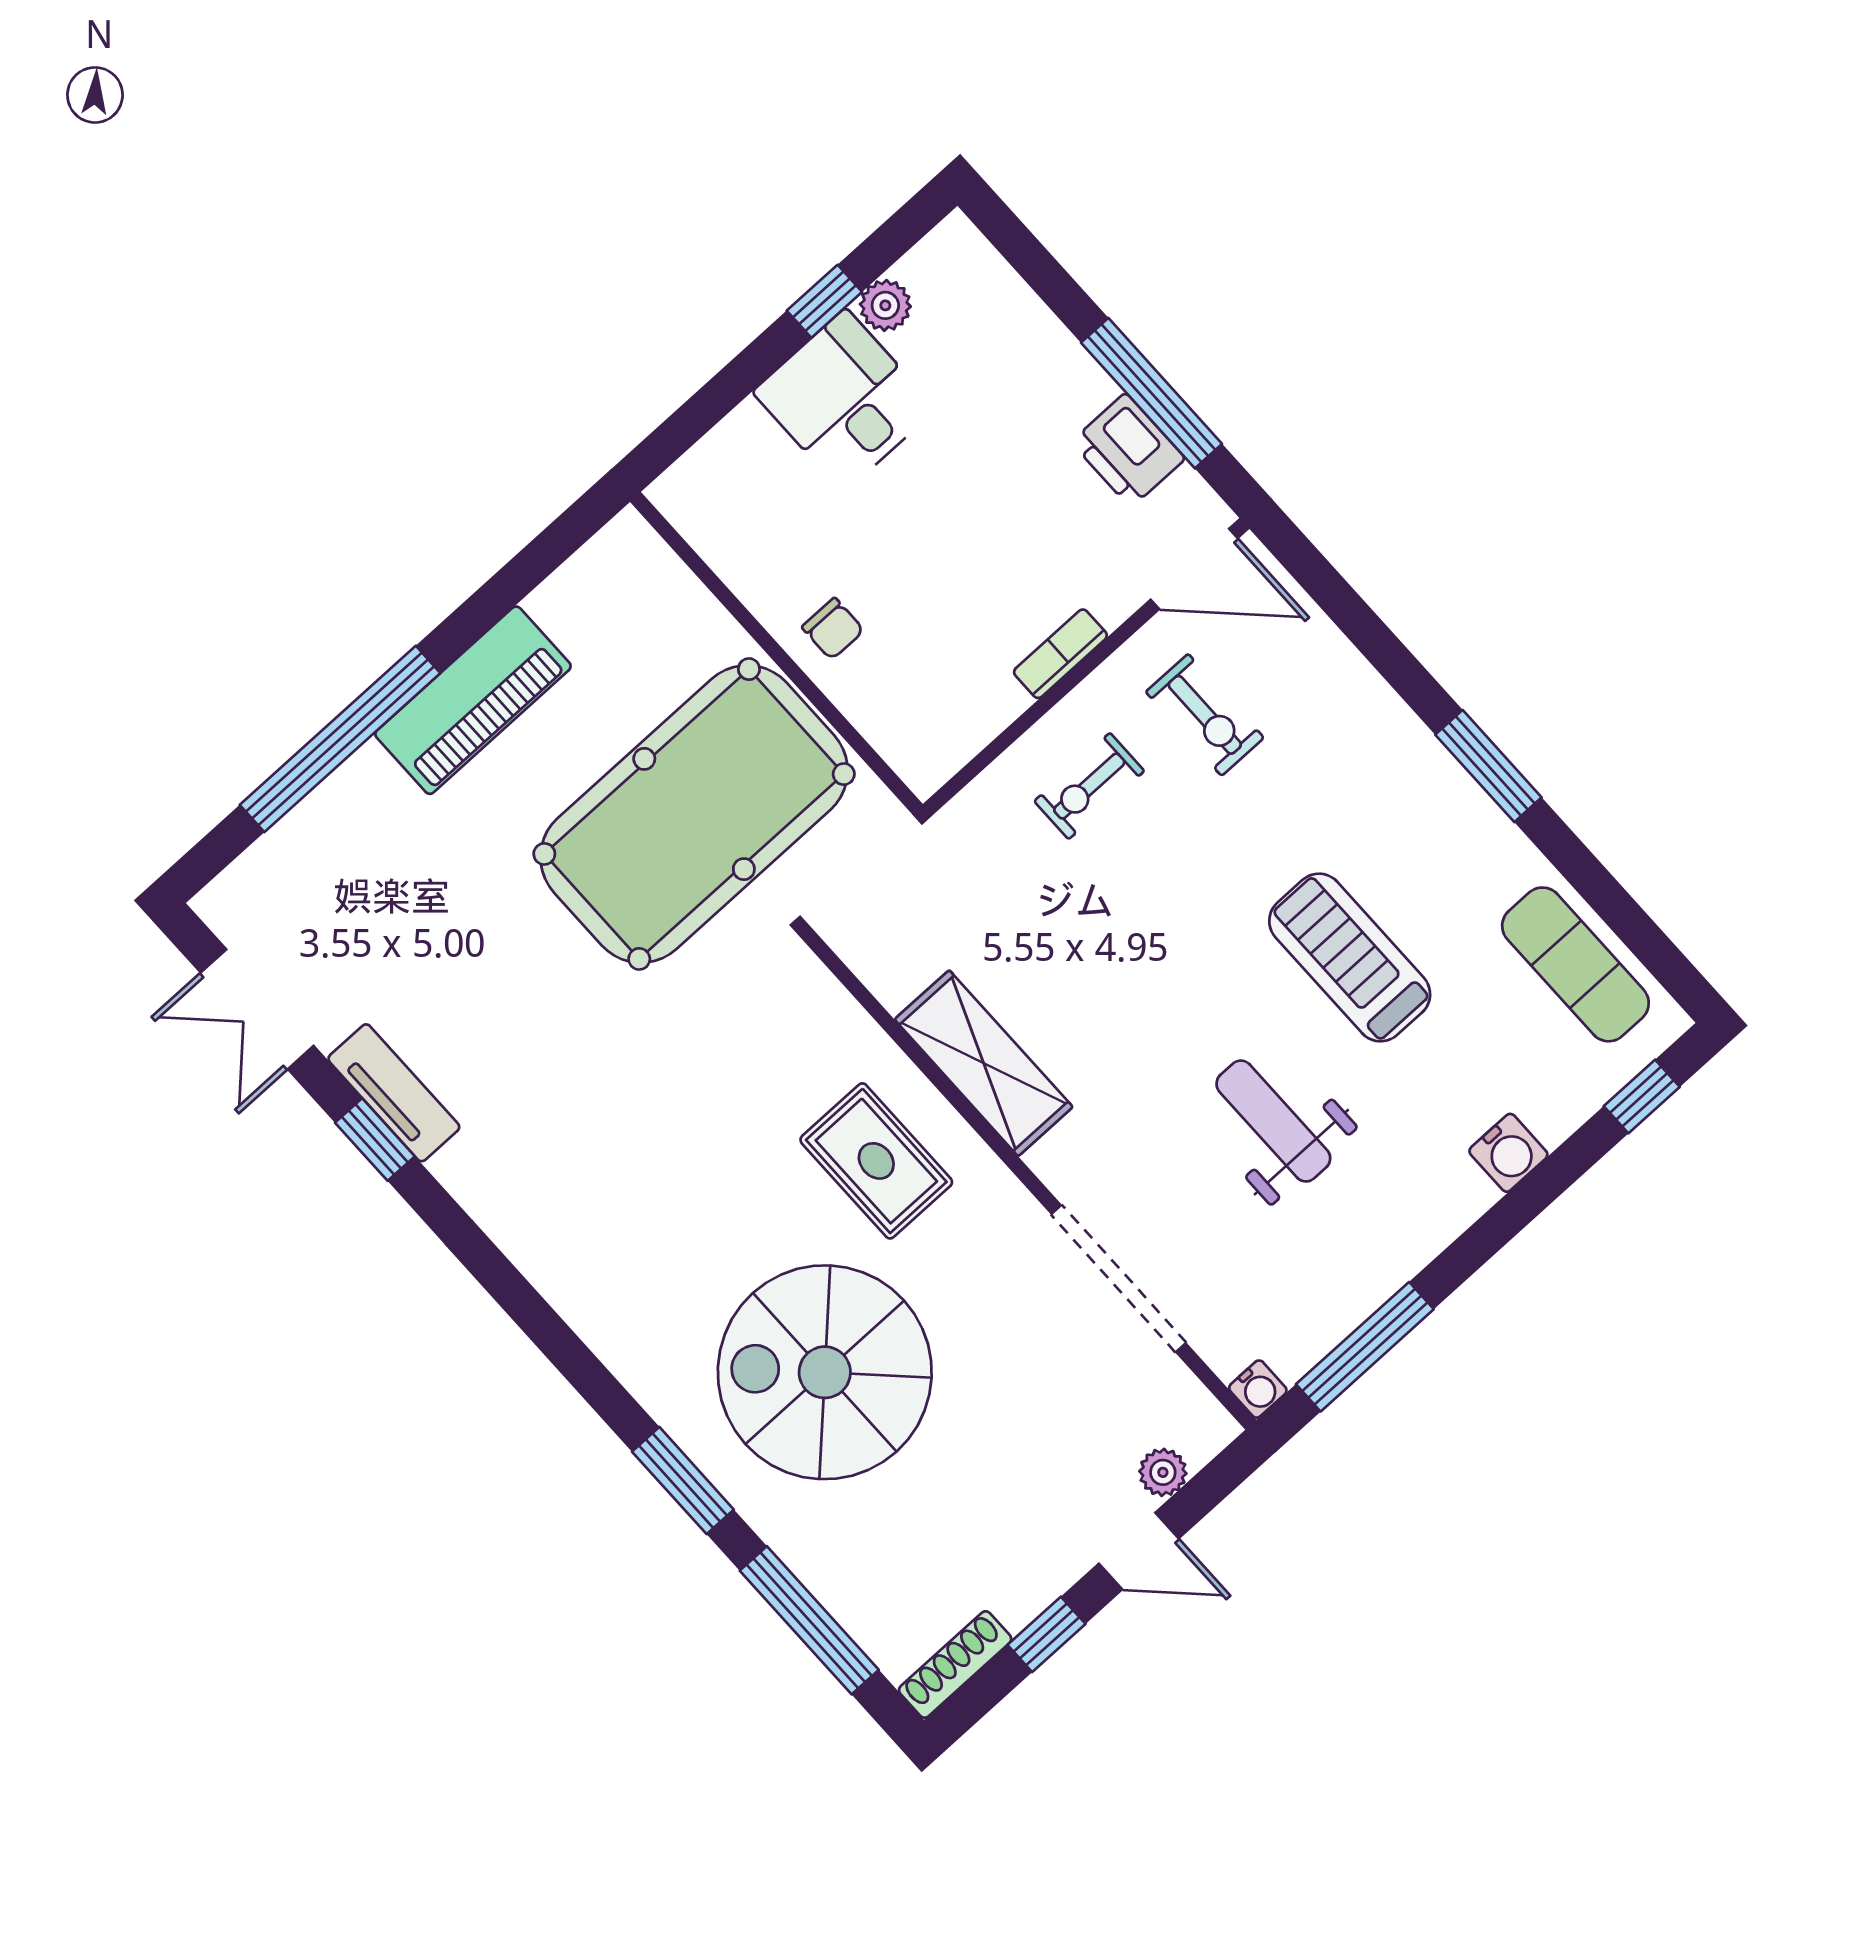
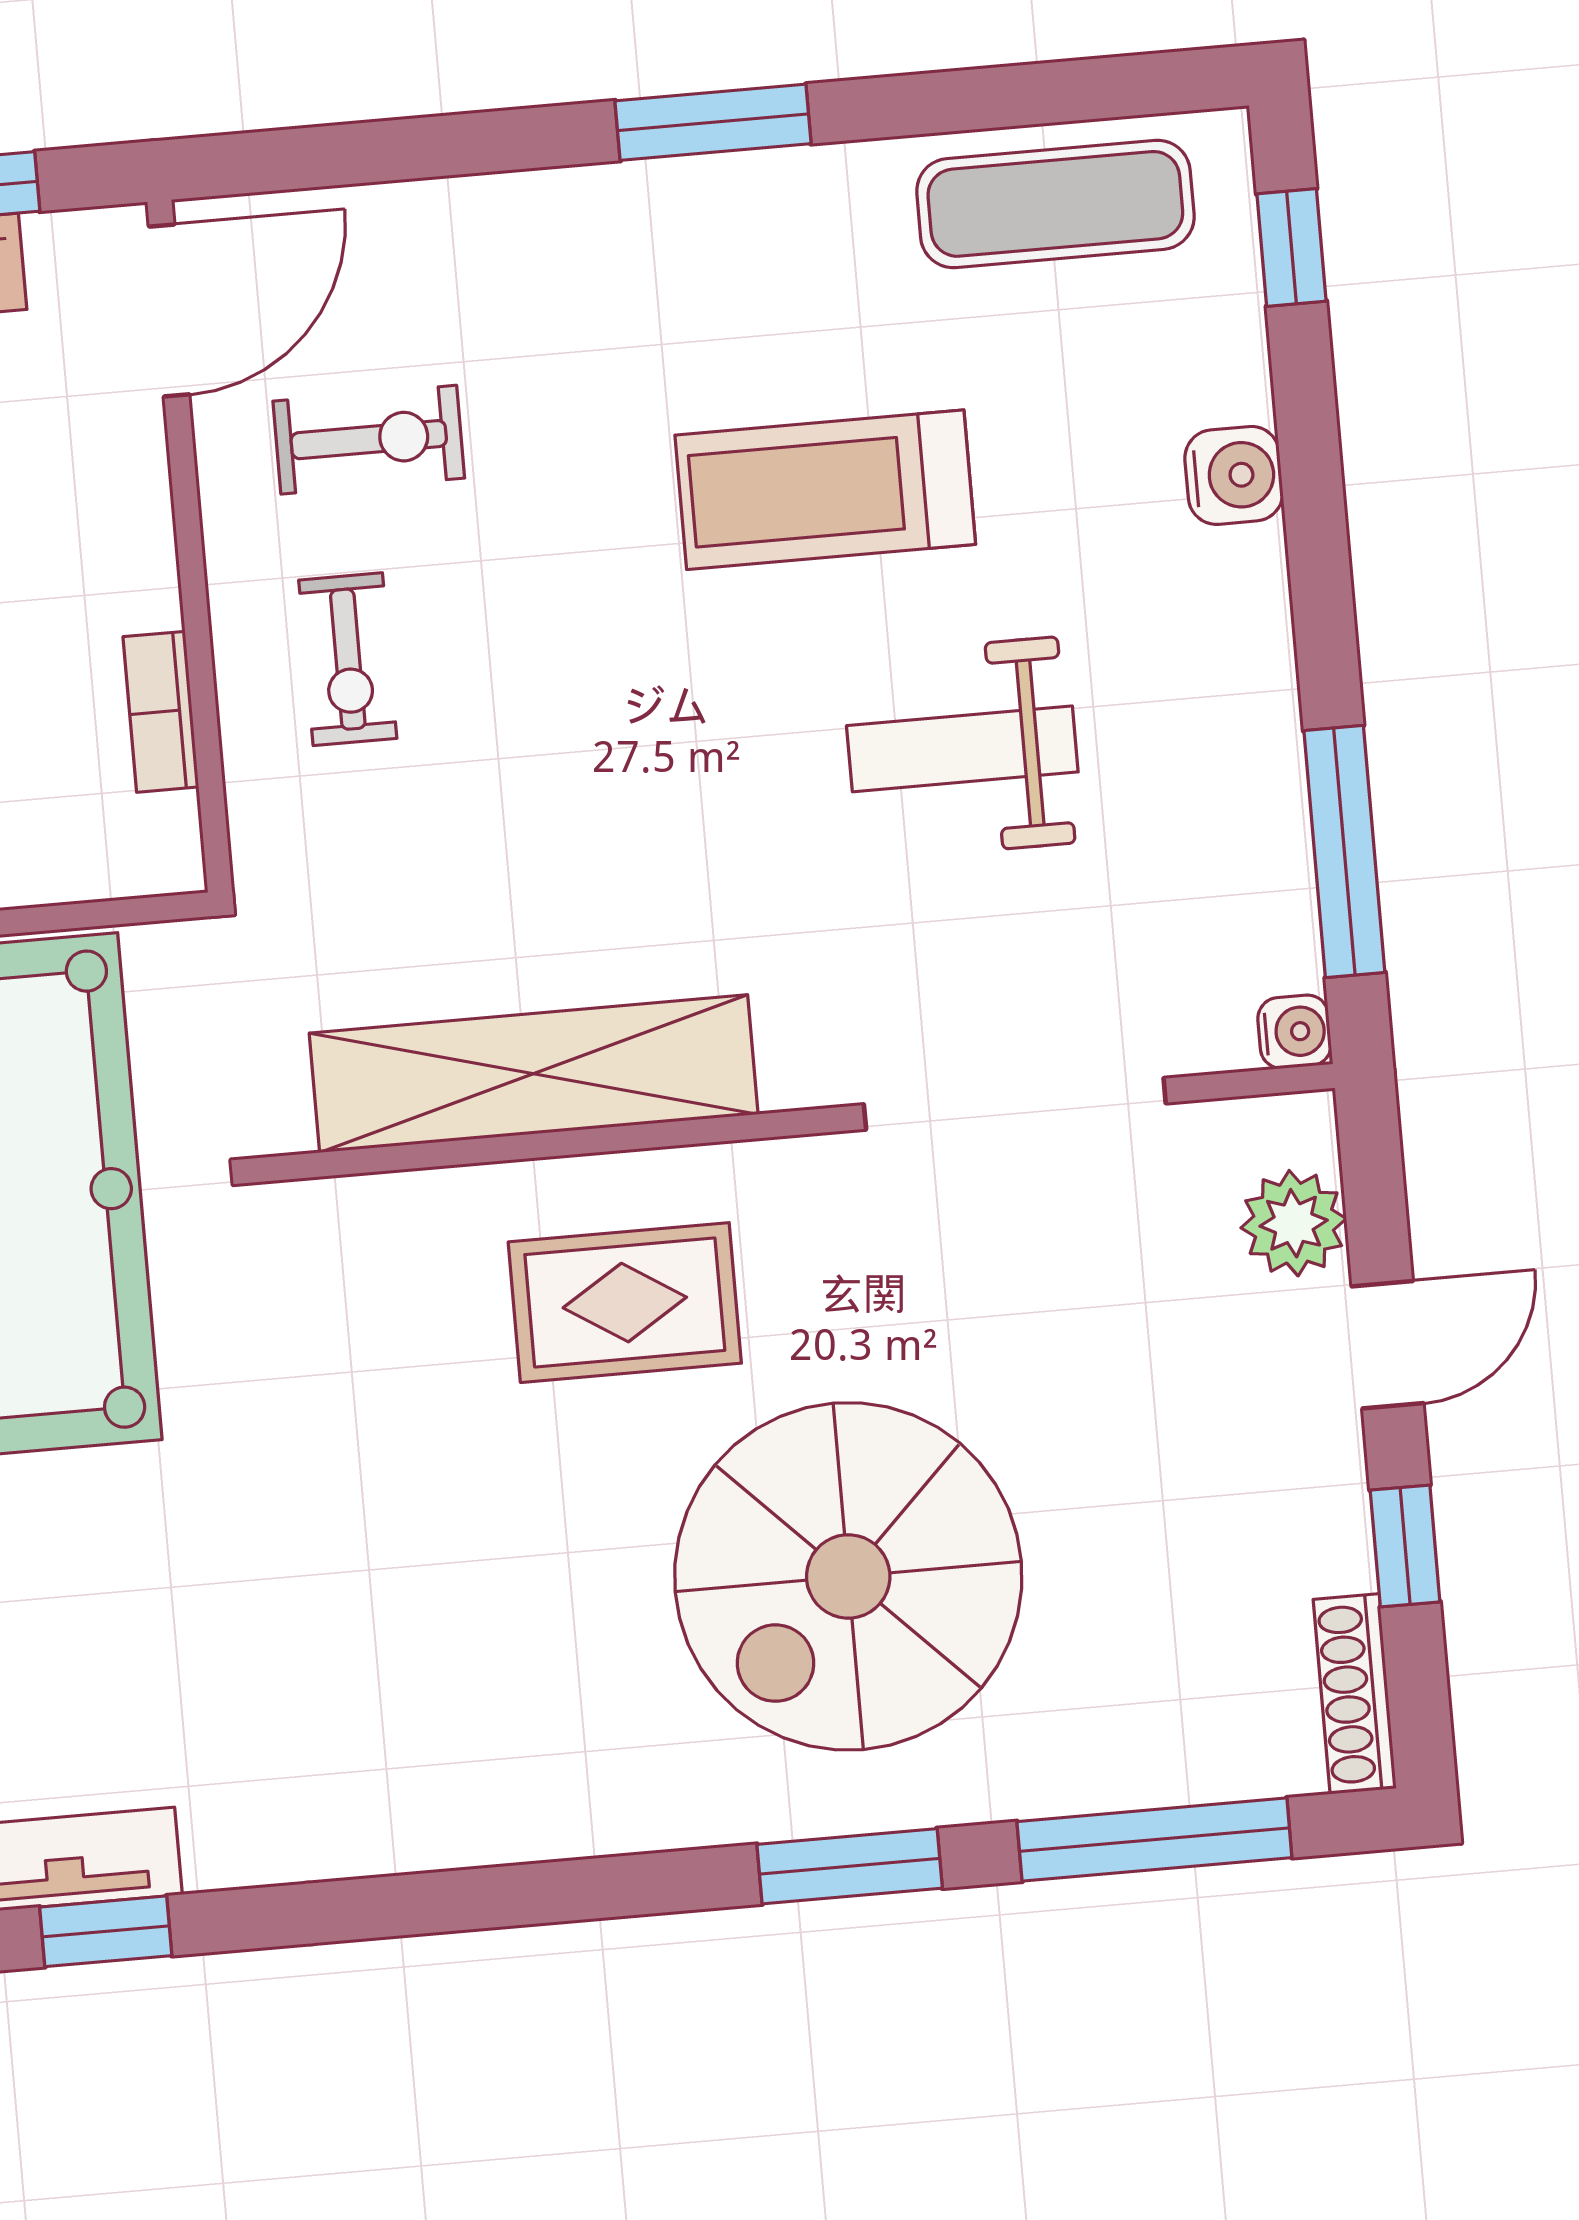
bookcase: (1060, 654) -> (161, 712), moved
shelving: (984, 1063) -> (534, 1074), width x1.47
plant: (1163, 1472) -> (1294, 1223), width x1.38, depth x1.38

